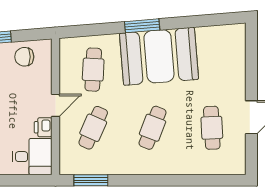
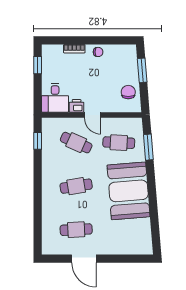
window: (142, 26) -> (148, 147), moved
cafe table: (153, 128) -> (76, 186), turned -30
window: (91, 180) -> (38, 141), width x0.67

